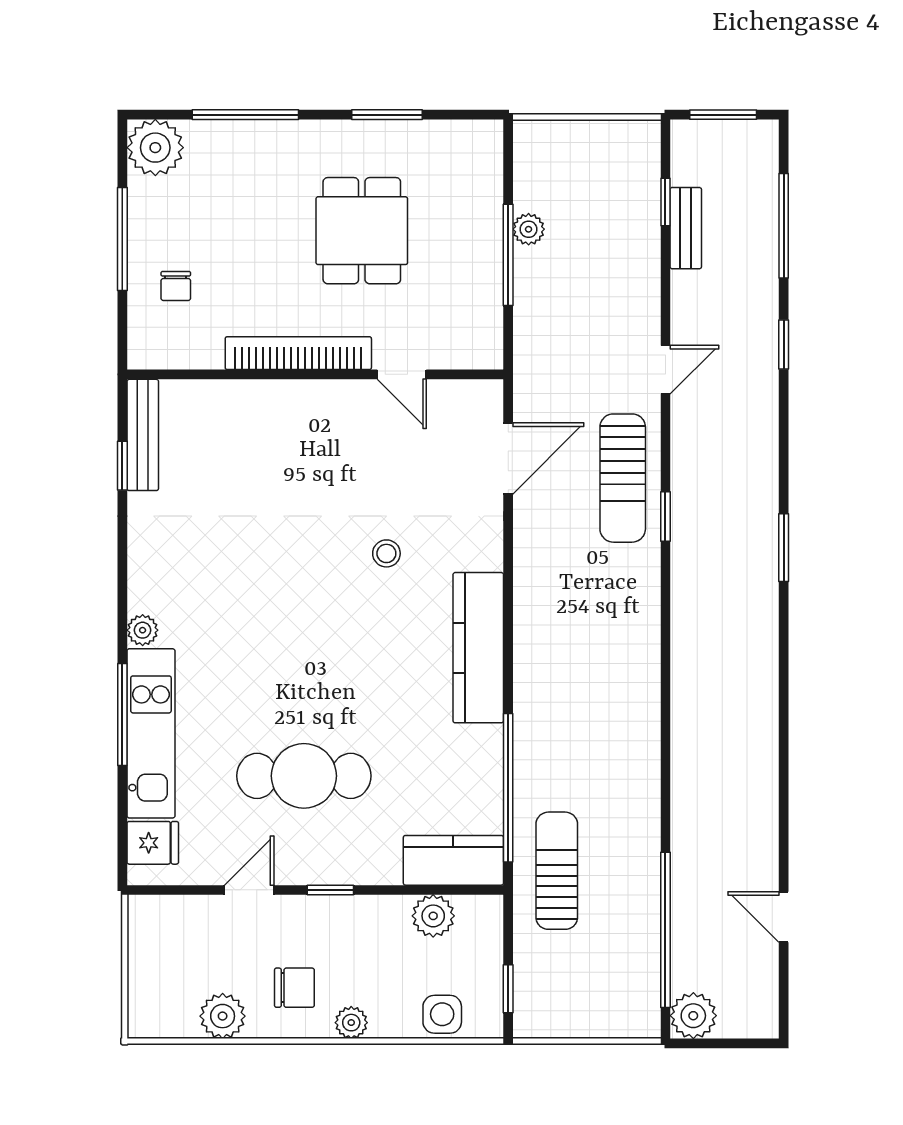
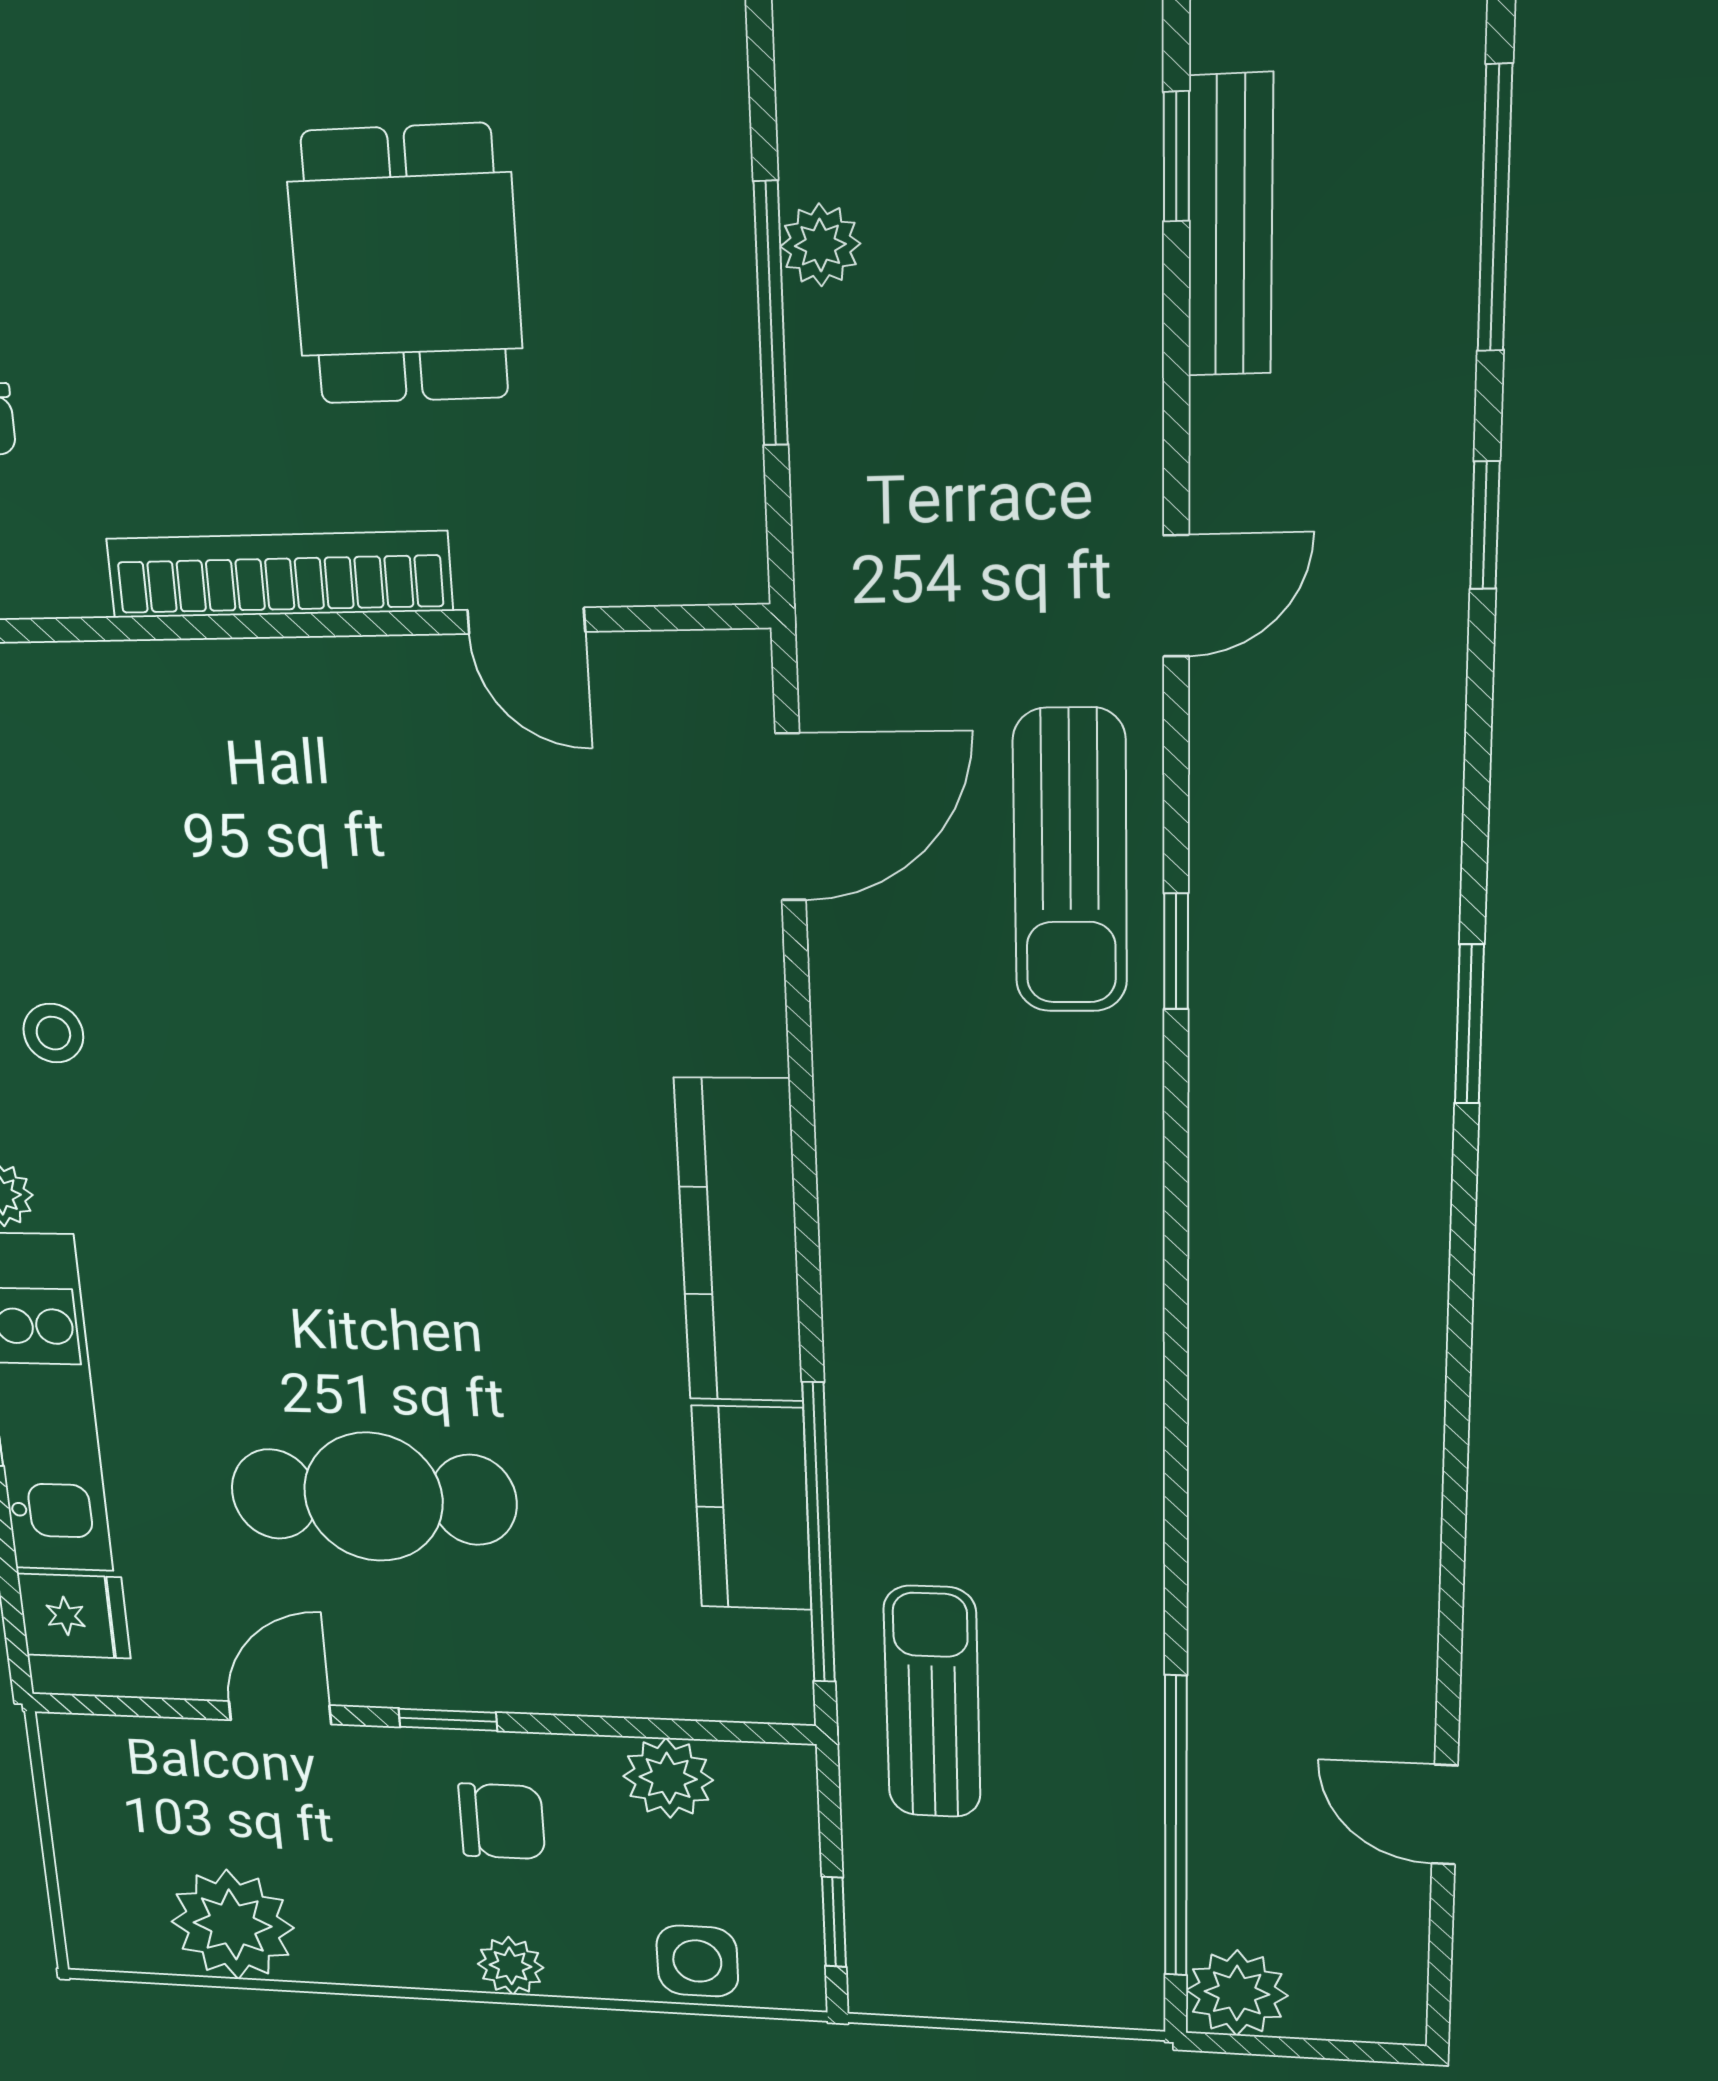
bench: (686, 228) -> (1230, 226), width x1.36
stool: (386, 553) -> (53, 1033), moved
kitchen counter: (453, 860) -> (752, 1508), moved, turned -90
chair: (294, 988) -> (502, 1821), moved
plant: (223, 1016) -> (233, 1925), width x1.36, depth x1.36

